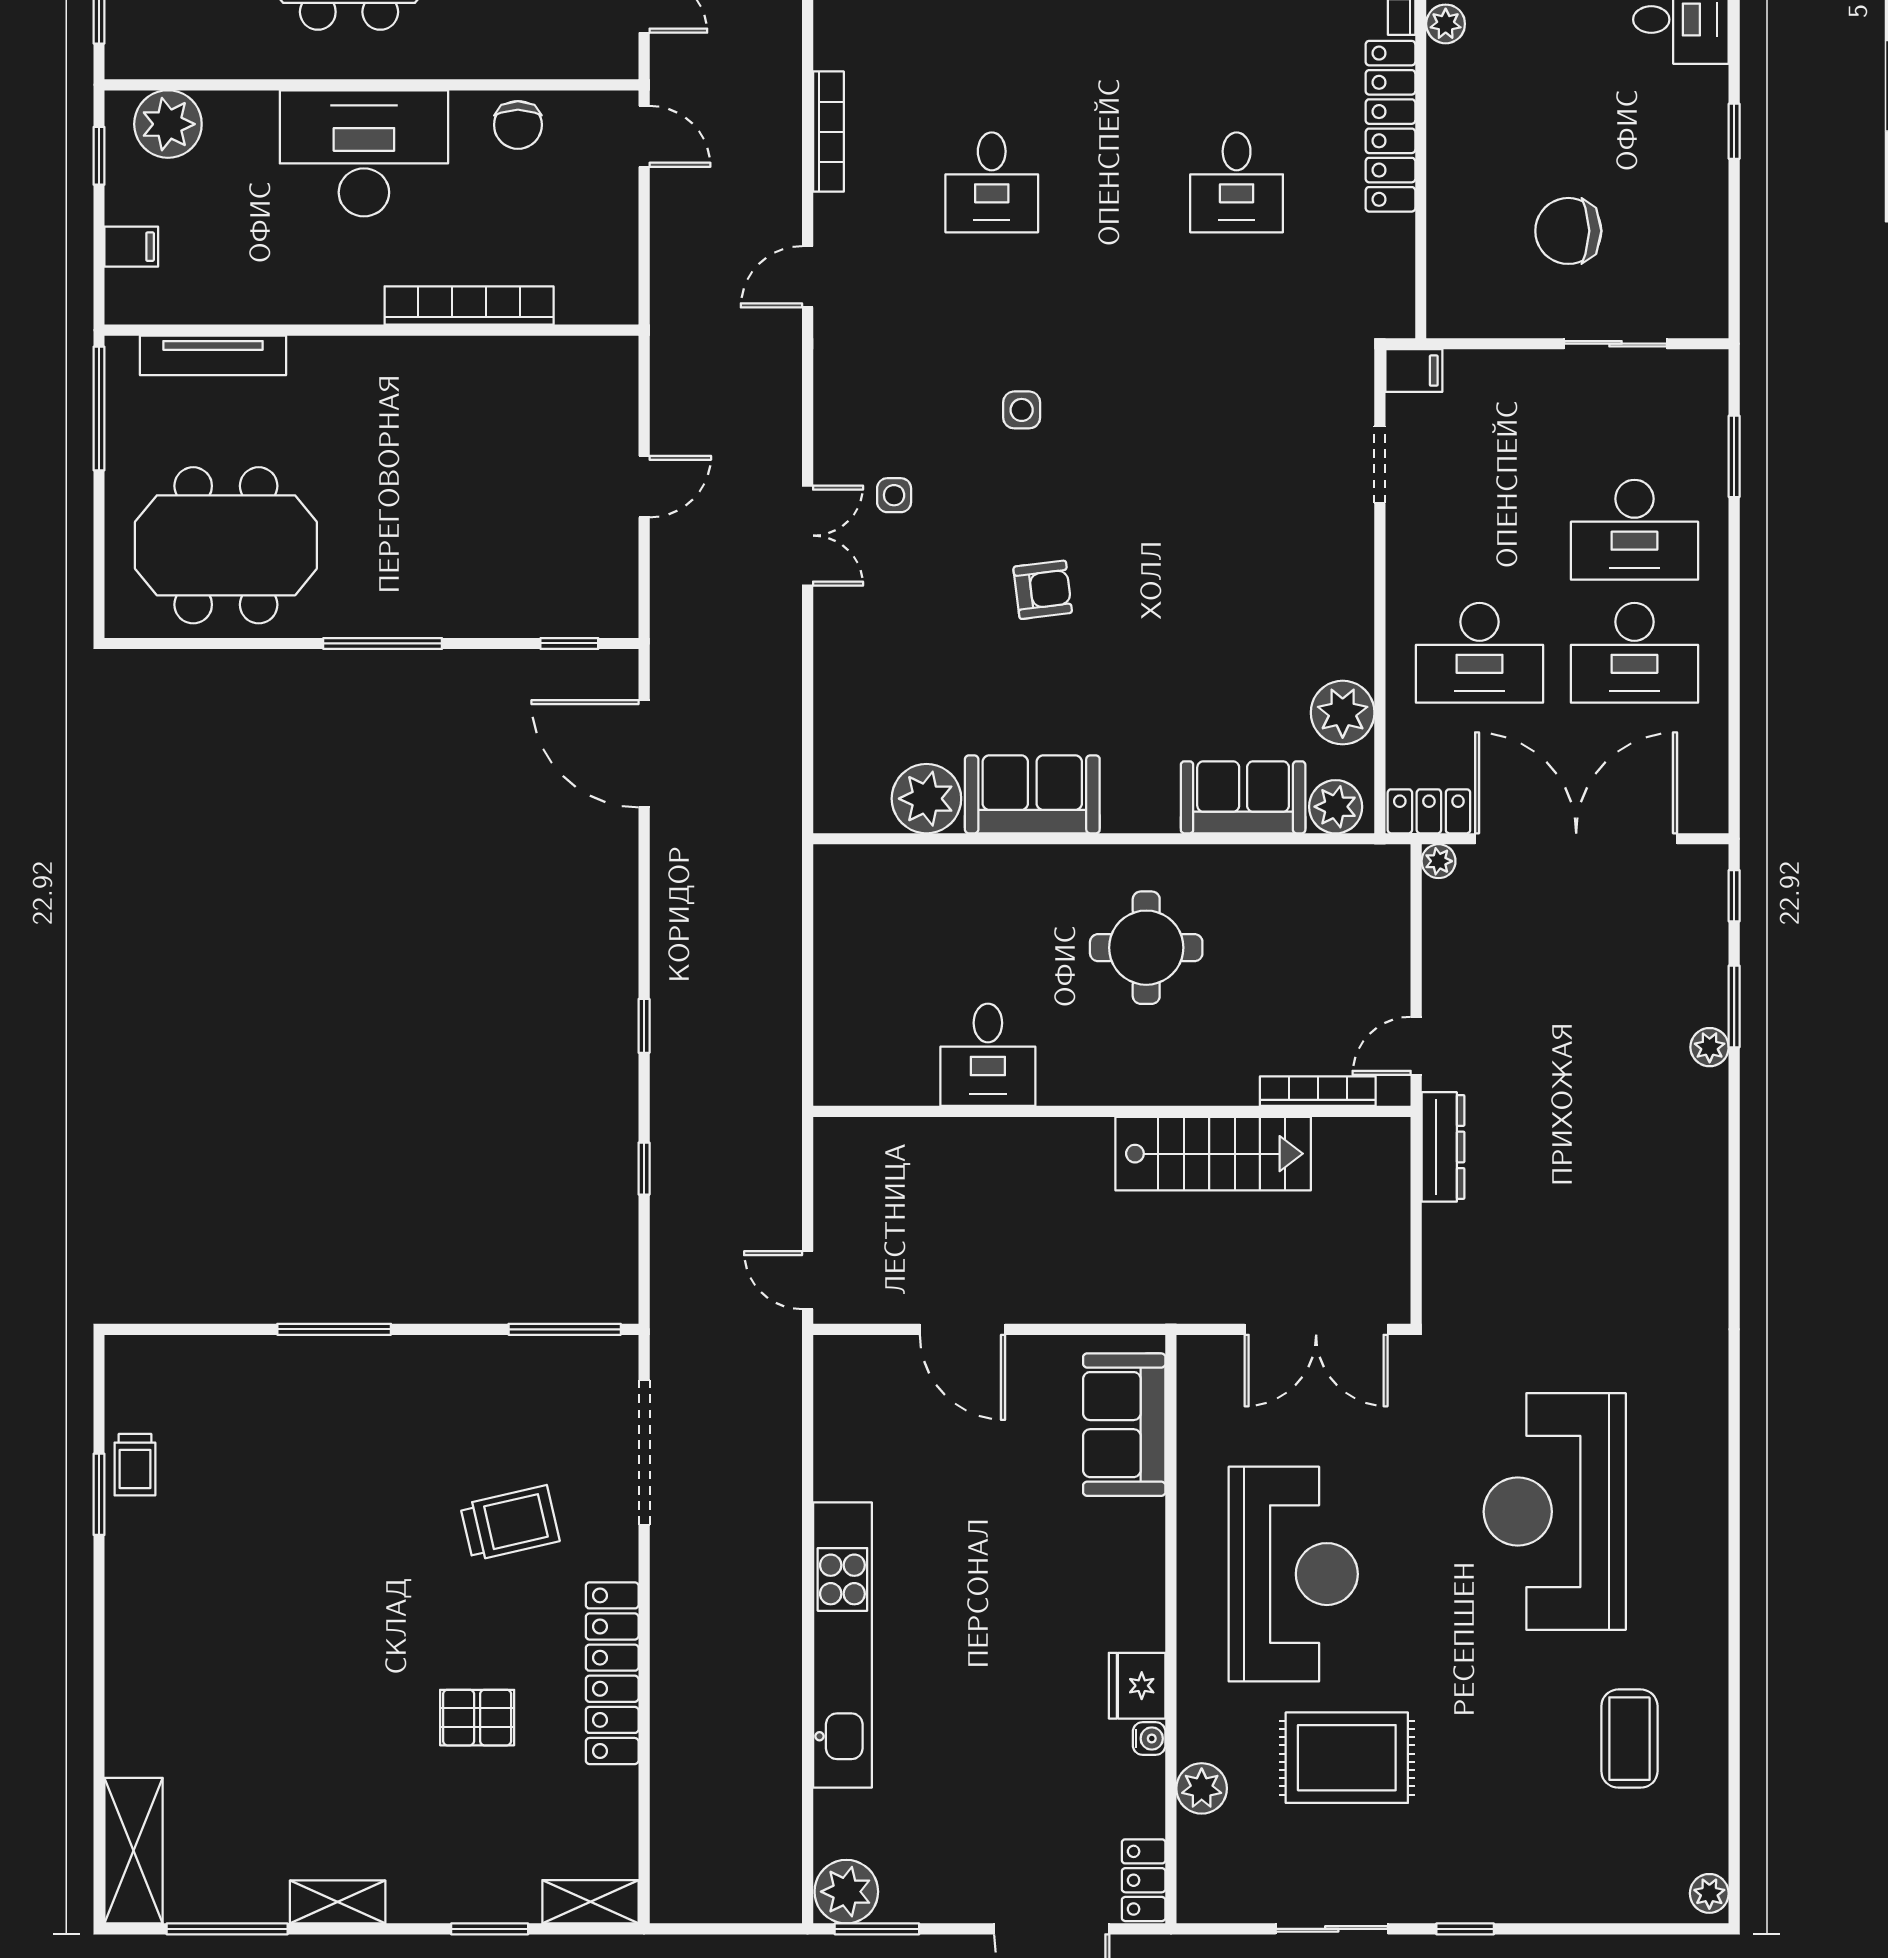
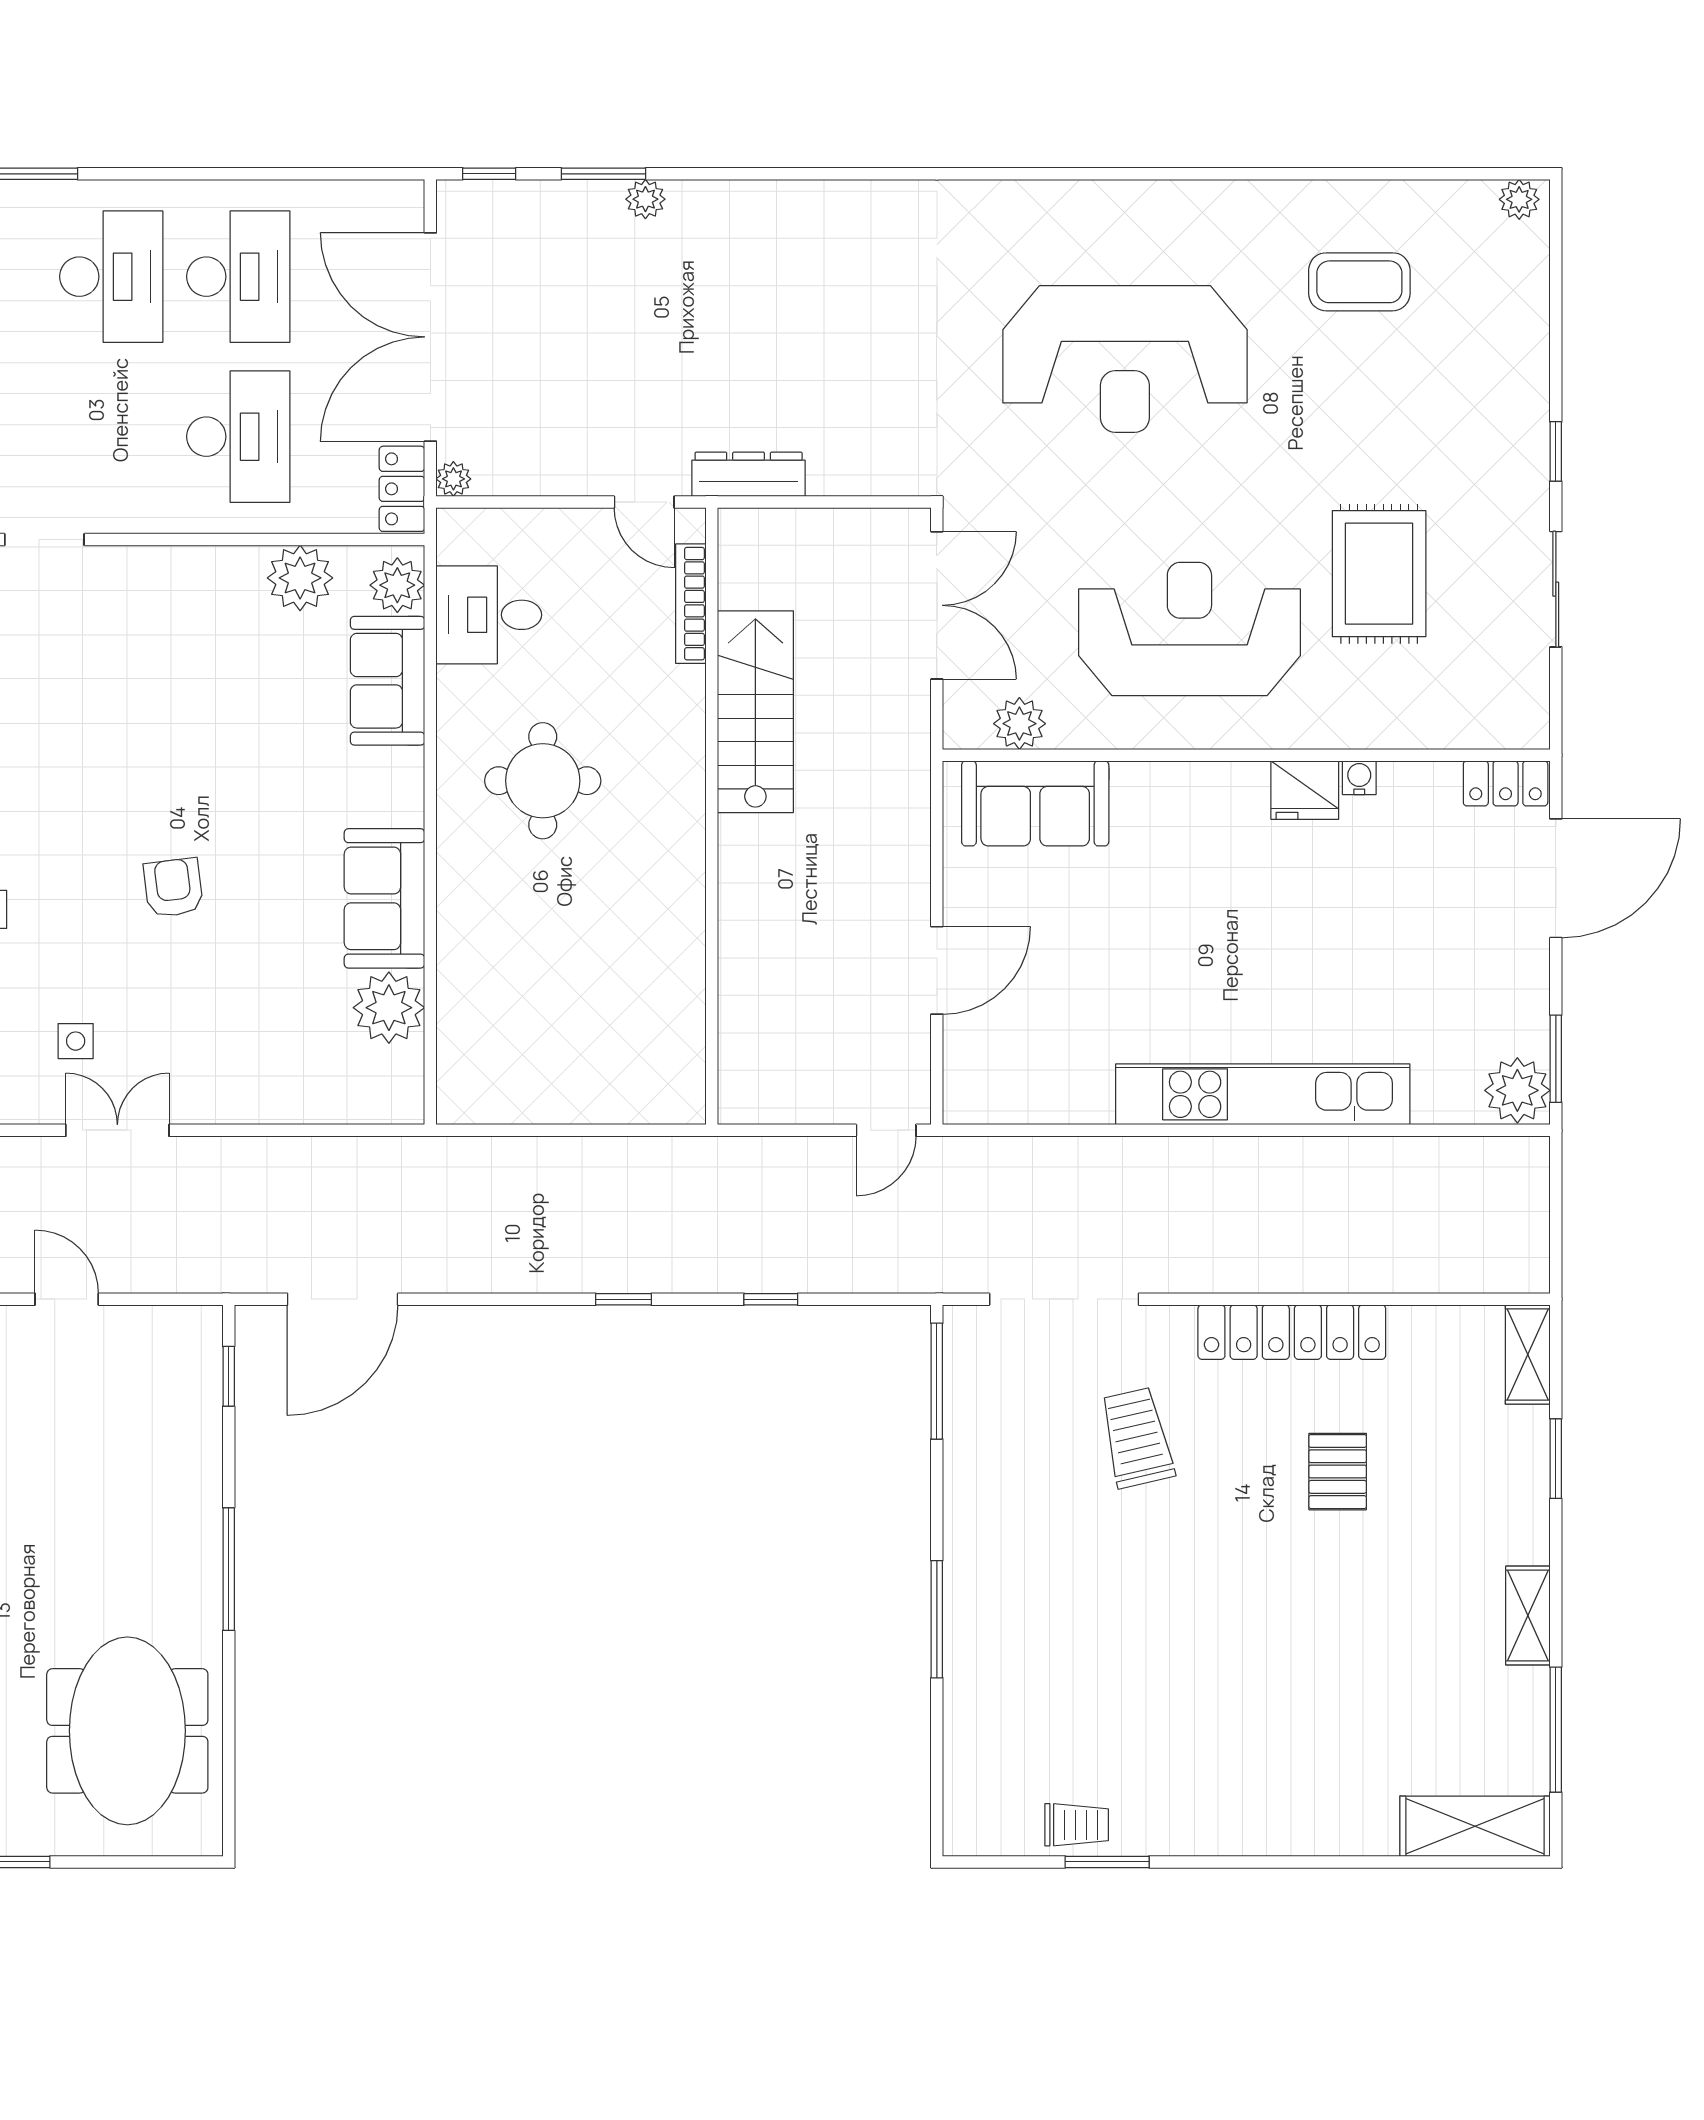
desk: (988, 1055) -> (489, 615), moved, turned 180
plant: (1202, 1788) -> (1019, 724), moved

